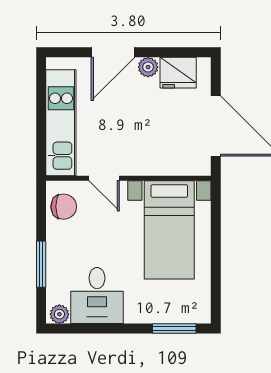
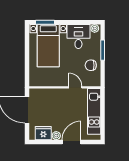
chair: (64, 207) -> (91, 65), moved
bed with nightstands: (169, 230) -> (48, 46), moved, turned 180

